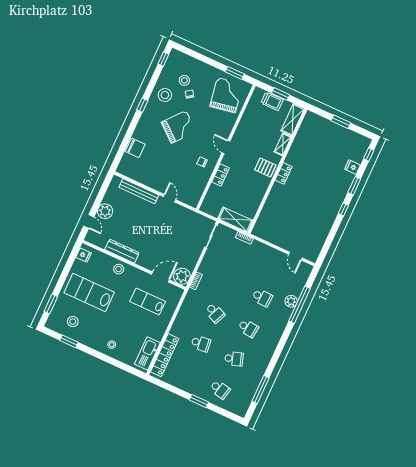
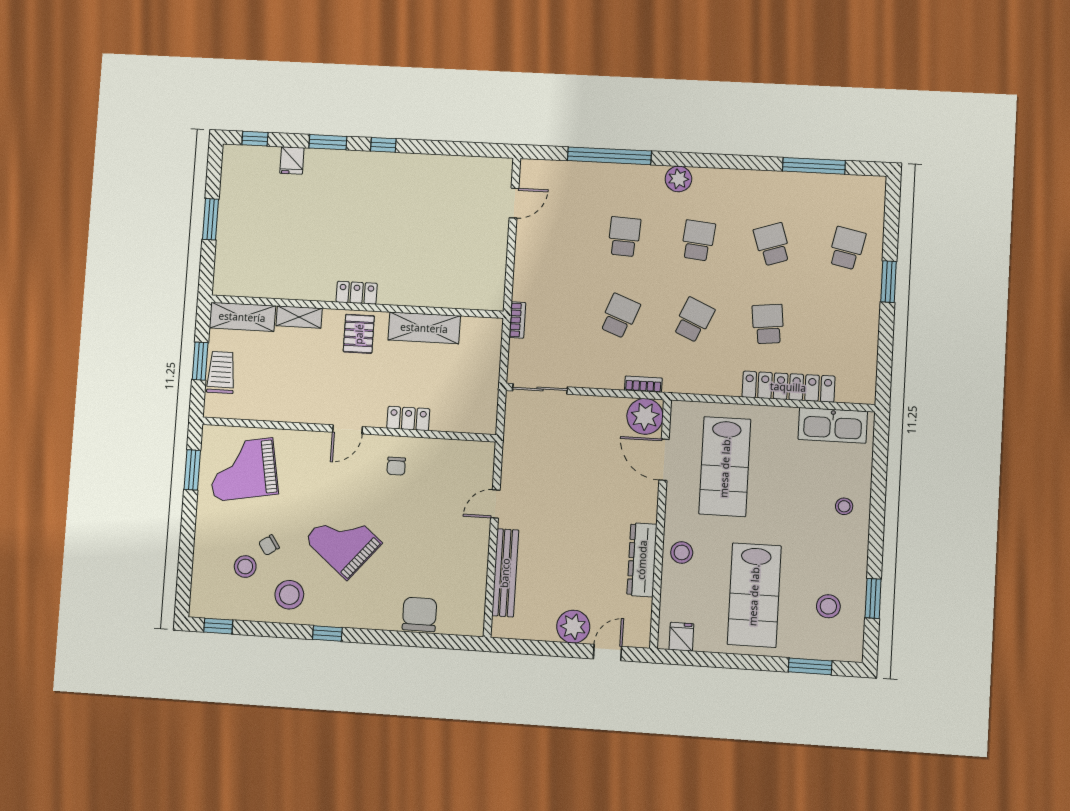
shelving: (235, 220) -> (424, 328), moved, turned 90
school desk: (229, 282) -> (620, 316), added
lab bench: (148, 301) -> (725, 467), width x1.36, depth x1.39
plant: (291, 301) -> (678, 179), moved
locker: (165, 355) -> (788, 387), moved

